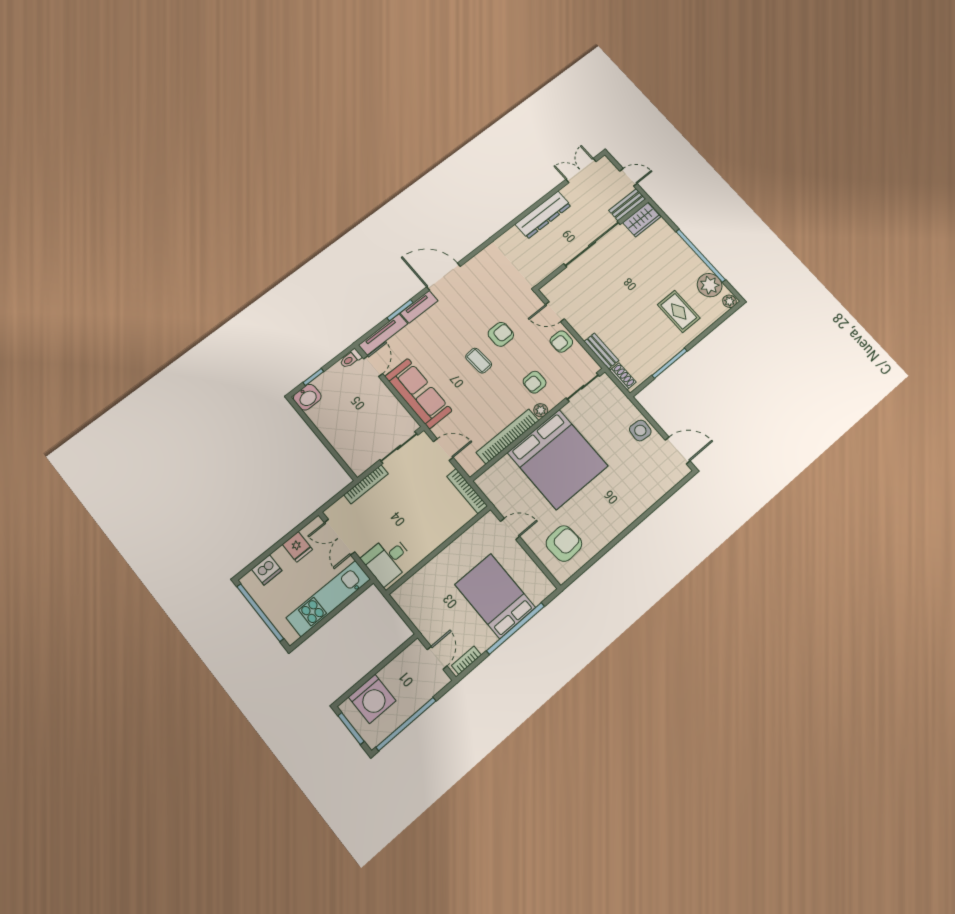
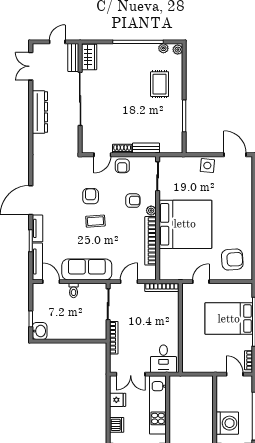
plant: (710, 285) -> (163, 48), width x0.53, depth x0.53
rug: (679, 311) -> (160, 84), turned 90
toilet: (351, 359) -> (74, 290), moved
shoe rack: (623, 376) -> (122, 149), moved
armchair: (535, 382) -> (133, 201), turned -90
door: (678, 451) -> (235, 155), hinge flipped
armchair: (564, 543) -> (232, 260), turned 90

